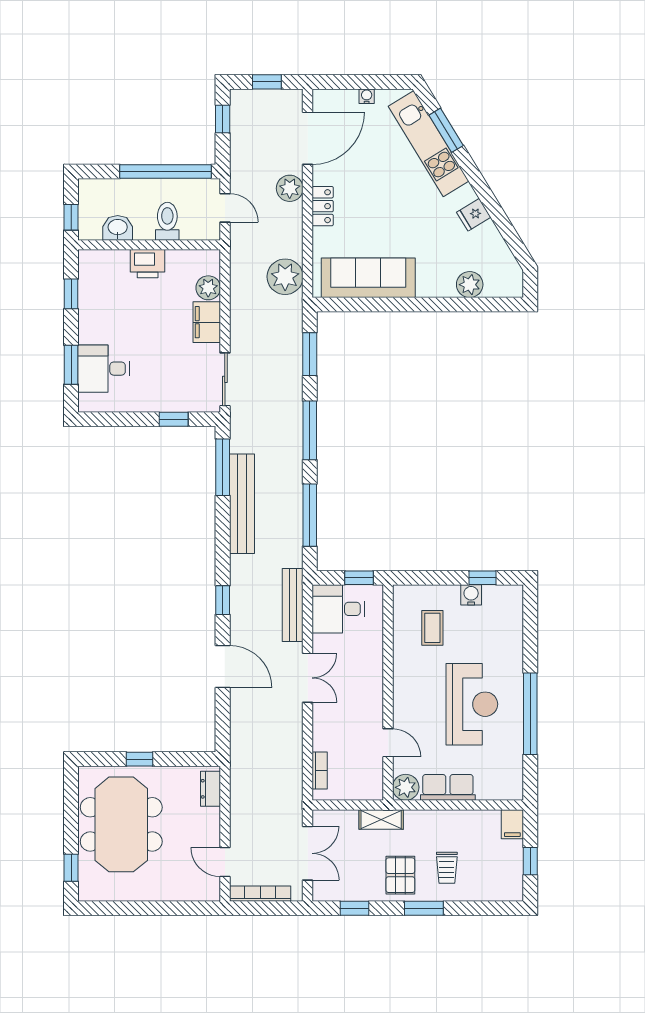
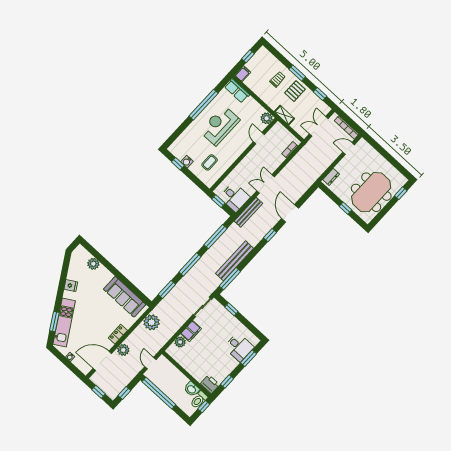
toilet: (167, 221) -> (199, 400), moved
printer: (148, 264) -> (210, 384), moved
row of seats: (448, 787) -> (237, 91), moved
door: (225, 862) -> (349, 148), swing flipped

